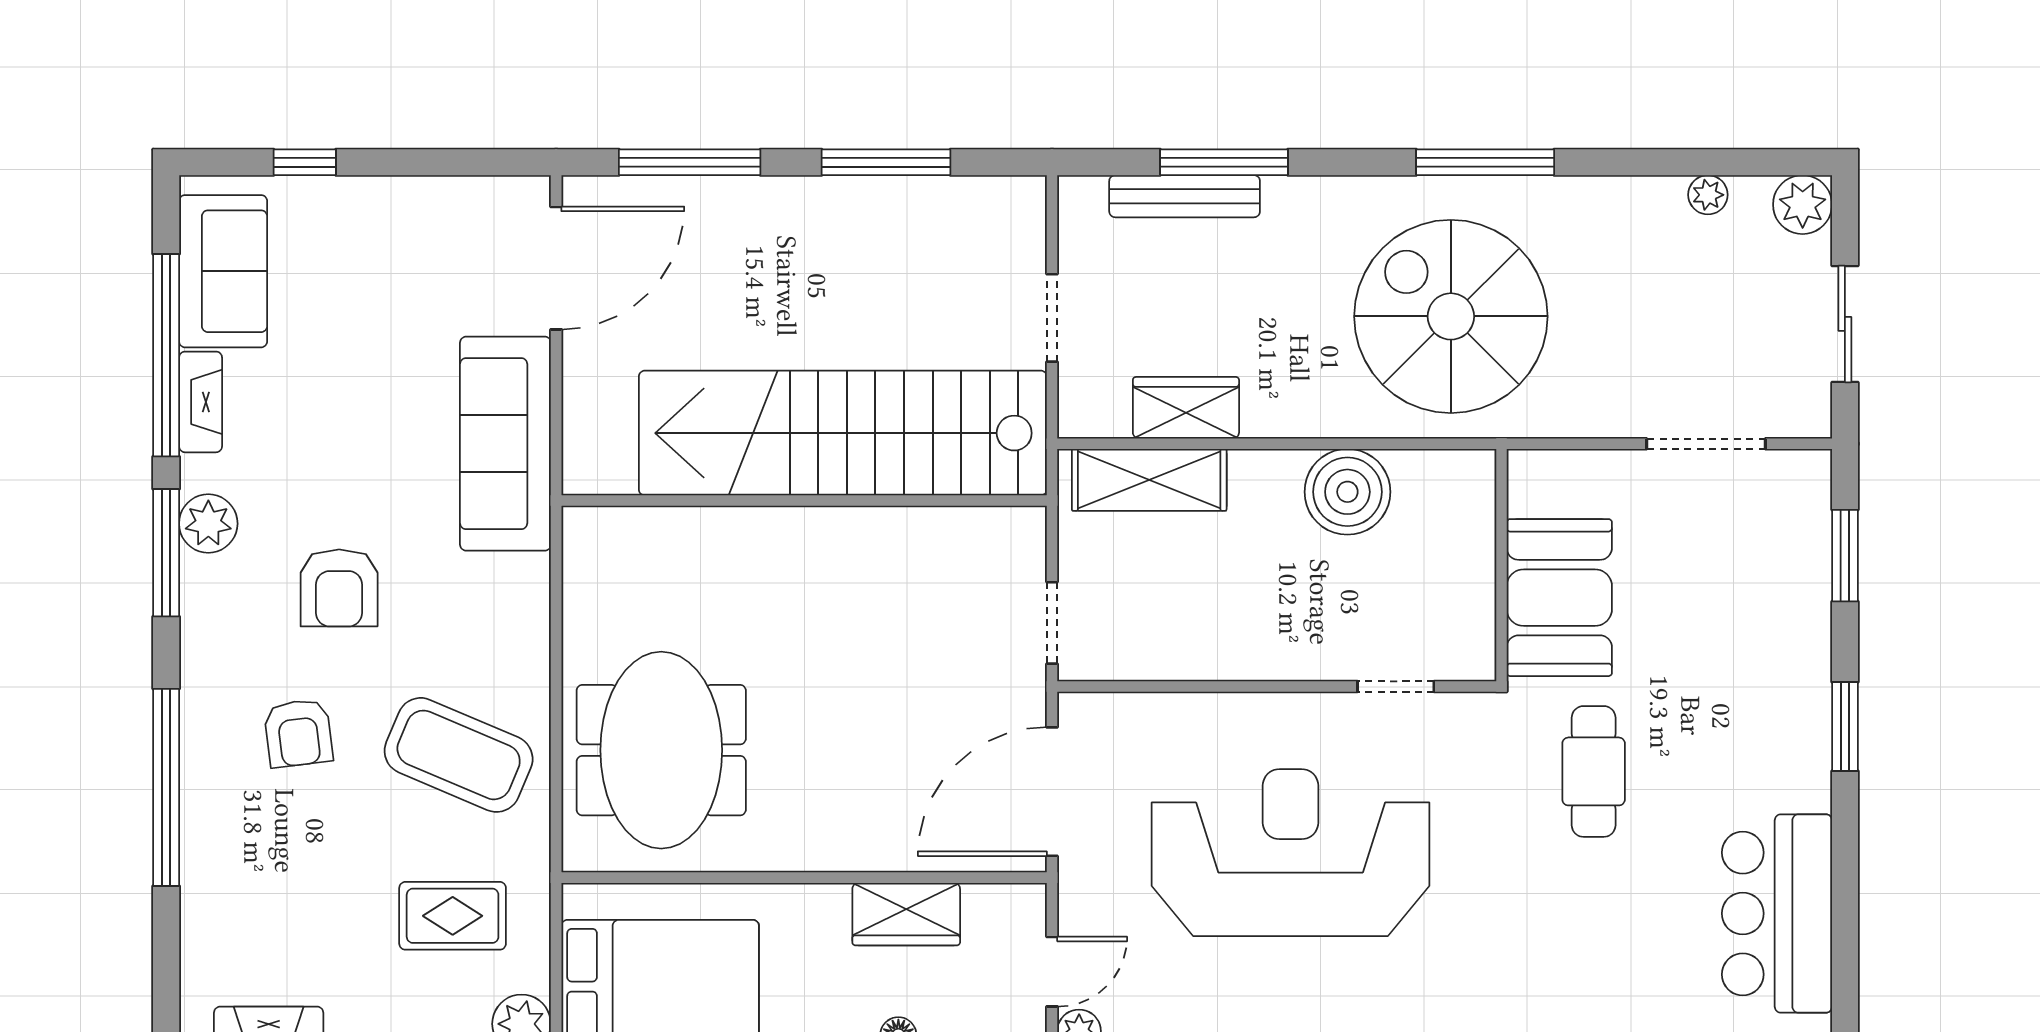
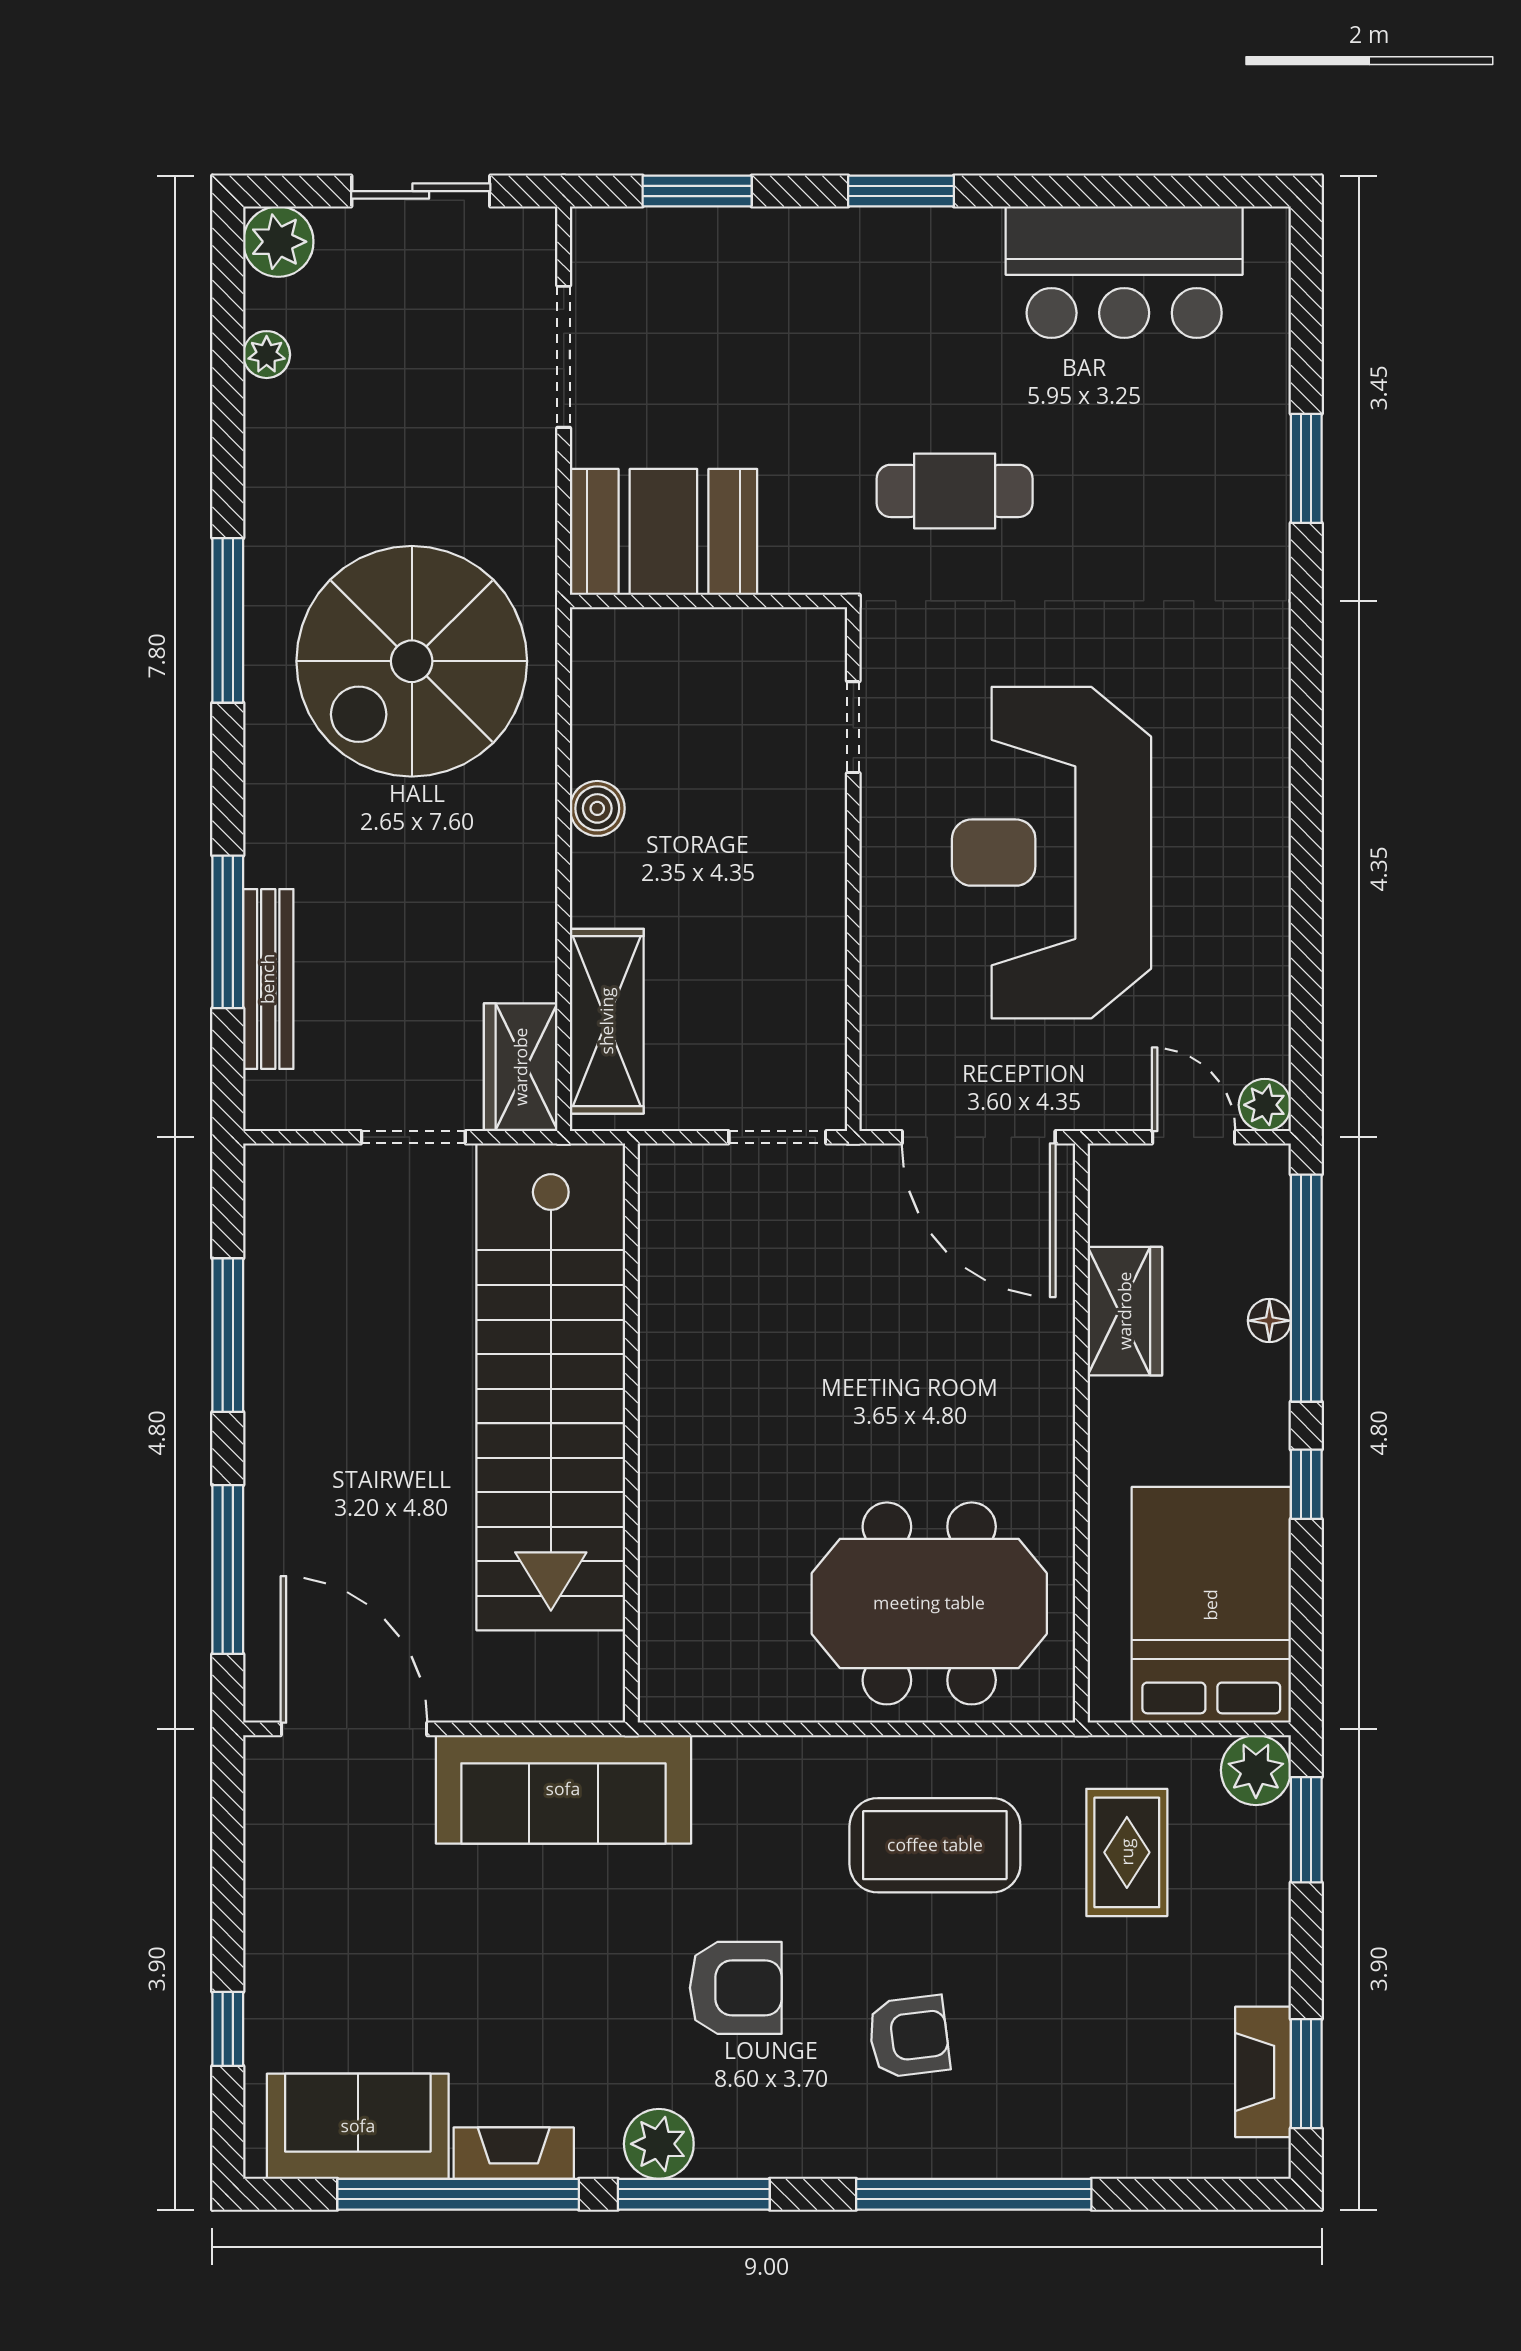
wardrobe: (1186, 408) -> (521, 1067), moved
boiler: (1347, 492) -> (597, 808), width x0.54, depth x0.54
booth: (1559, 598) -> (663, 532), moved
coffee table: (459, 755) -> (935, 1845), turned 67

